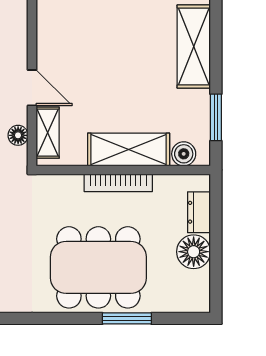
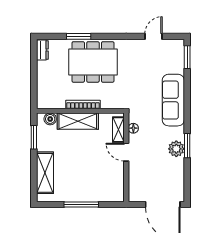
dresser: (199, 212) -> (42, 50), moved
floor lamp: (194, 252) -> (45, 70), removed

